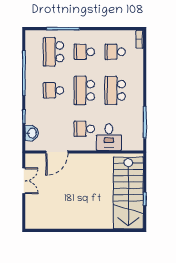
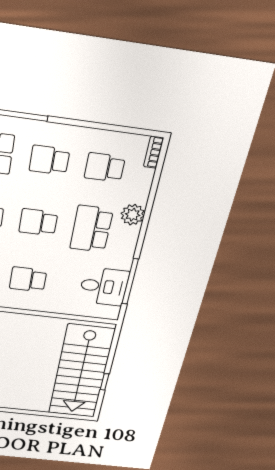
plant: (137, 78) -> (133, 215), added
school desk: (84, 90) -> (38, 222), width x0.54
desk: (109, 137) -> (104, 287), moved, turned -90

